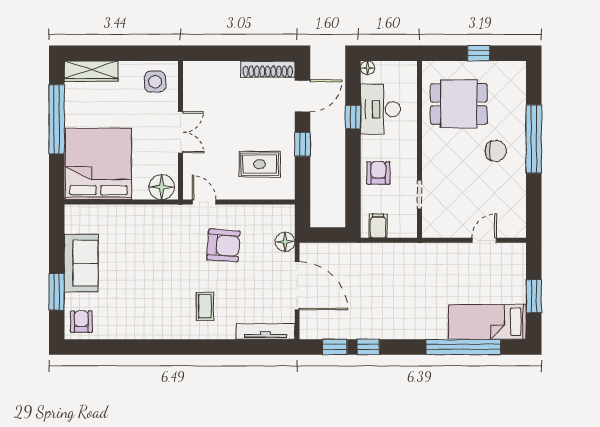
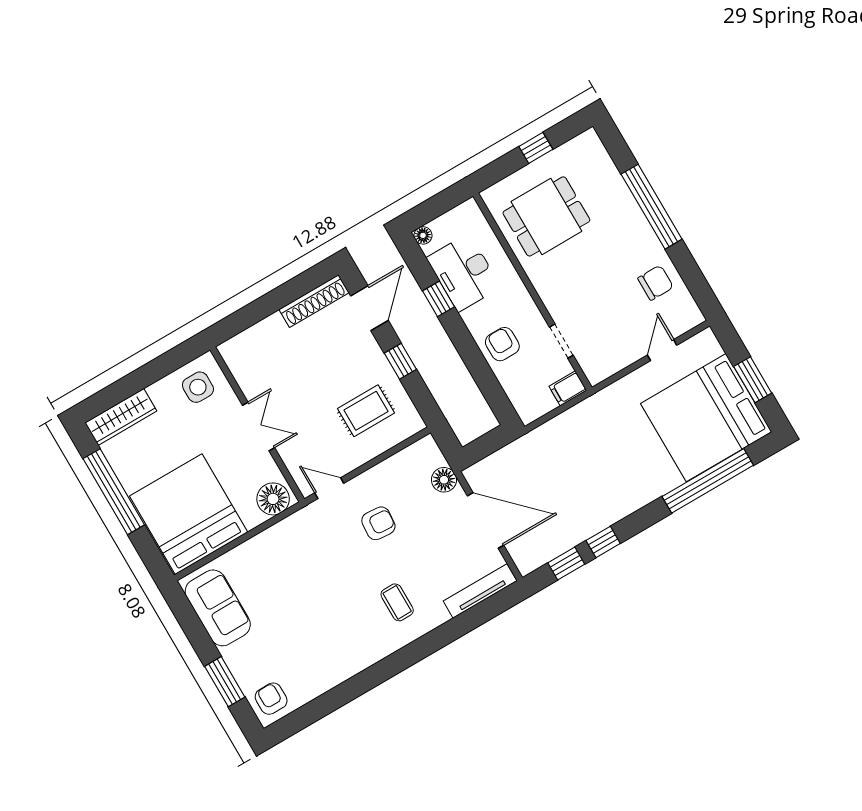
chair: (496, 151) -> (656, 283), moved
filing cabinet: (378, 226) -> (568, 388), moved, turned -90
armchair: (223, 245) -> (378, 523), width x0.72, depth x0.72
sofa: (81, 263) -> (218, 608), moved
bed: (487, 322) -> (706, 418), width x2.04

